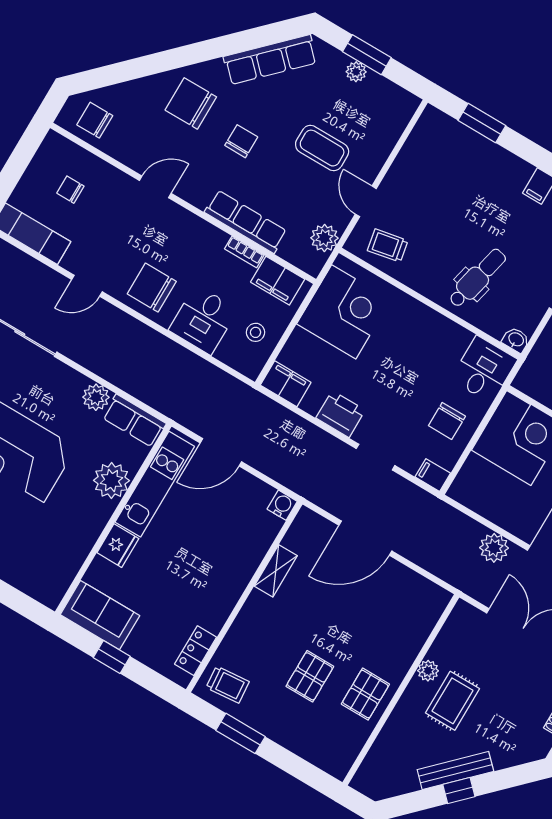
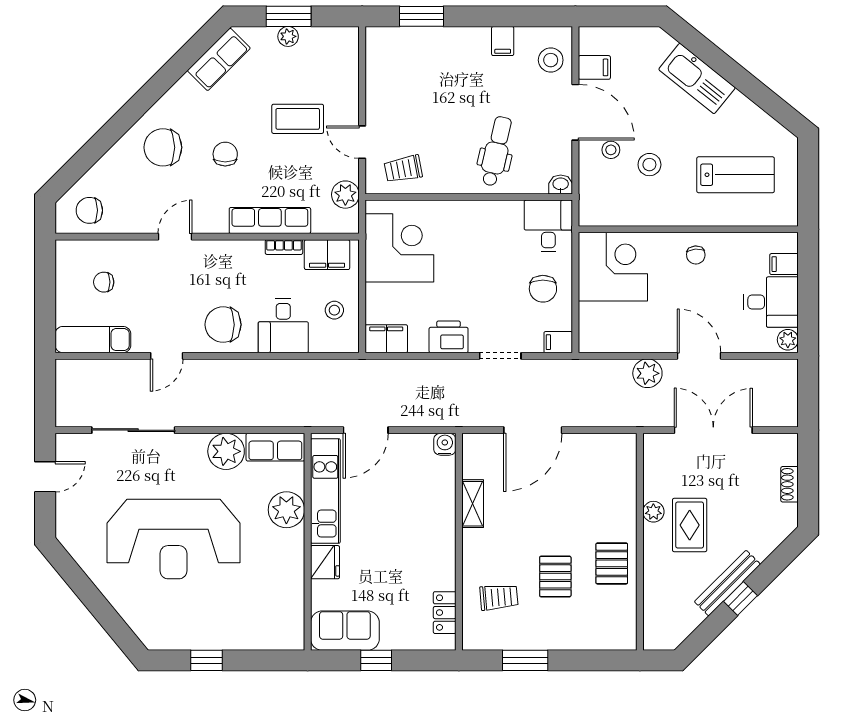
row of seats: (270, 60) -> (219, 59), width x0.68
plant: (96, 397) -> (226, 451), width x1.36, depth x1.36
trolley: (228, 685) -> (499, 597), moved

